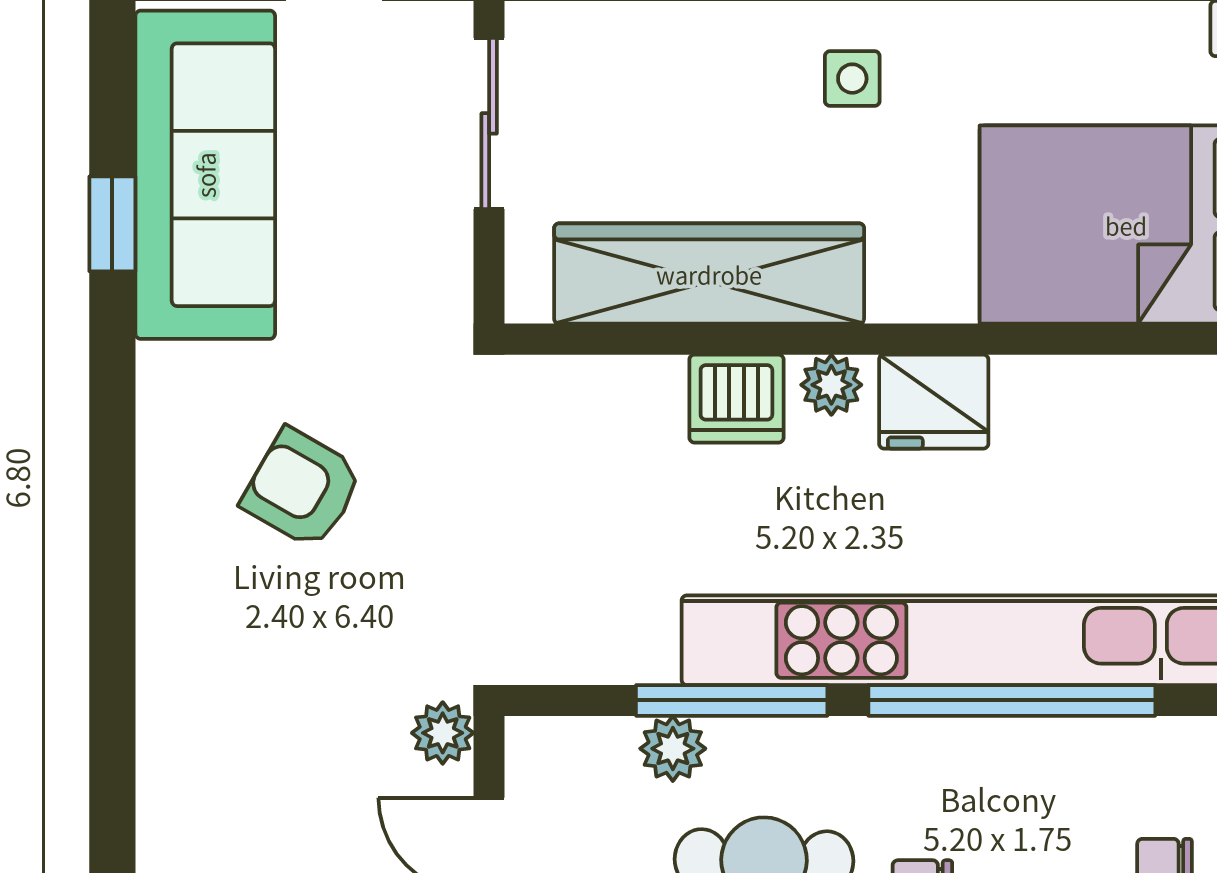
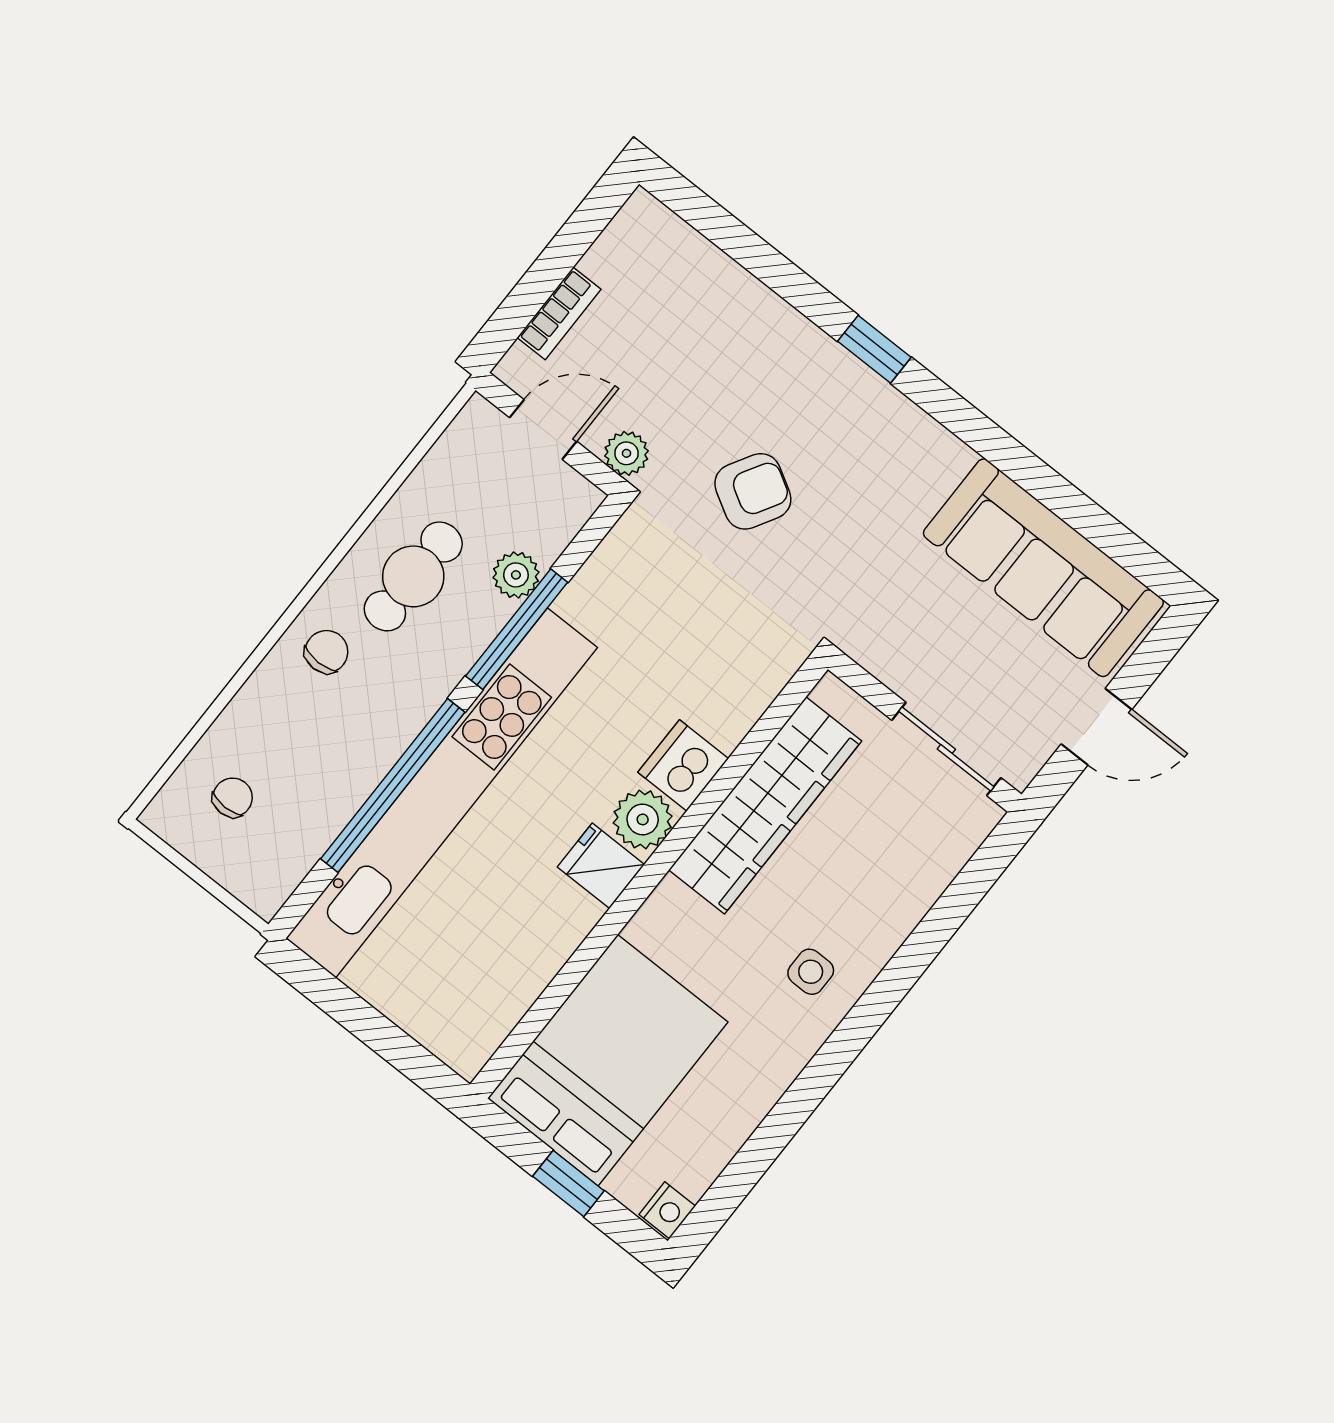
window: (112, 224) -> (874, 349), moved
plant: (831, 385) -> (643, 819), width x1.38, depth x1.38
fridge: (934, 402) -> (601, 866), width x0.72
armchair: (302, 488) -> (753, 491), moved

